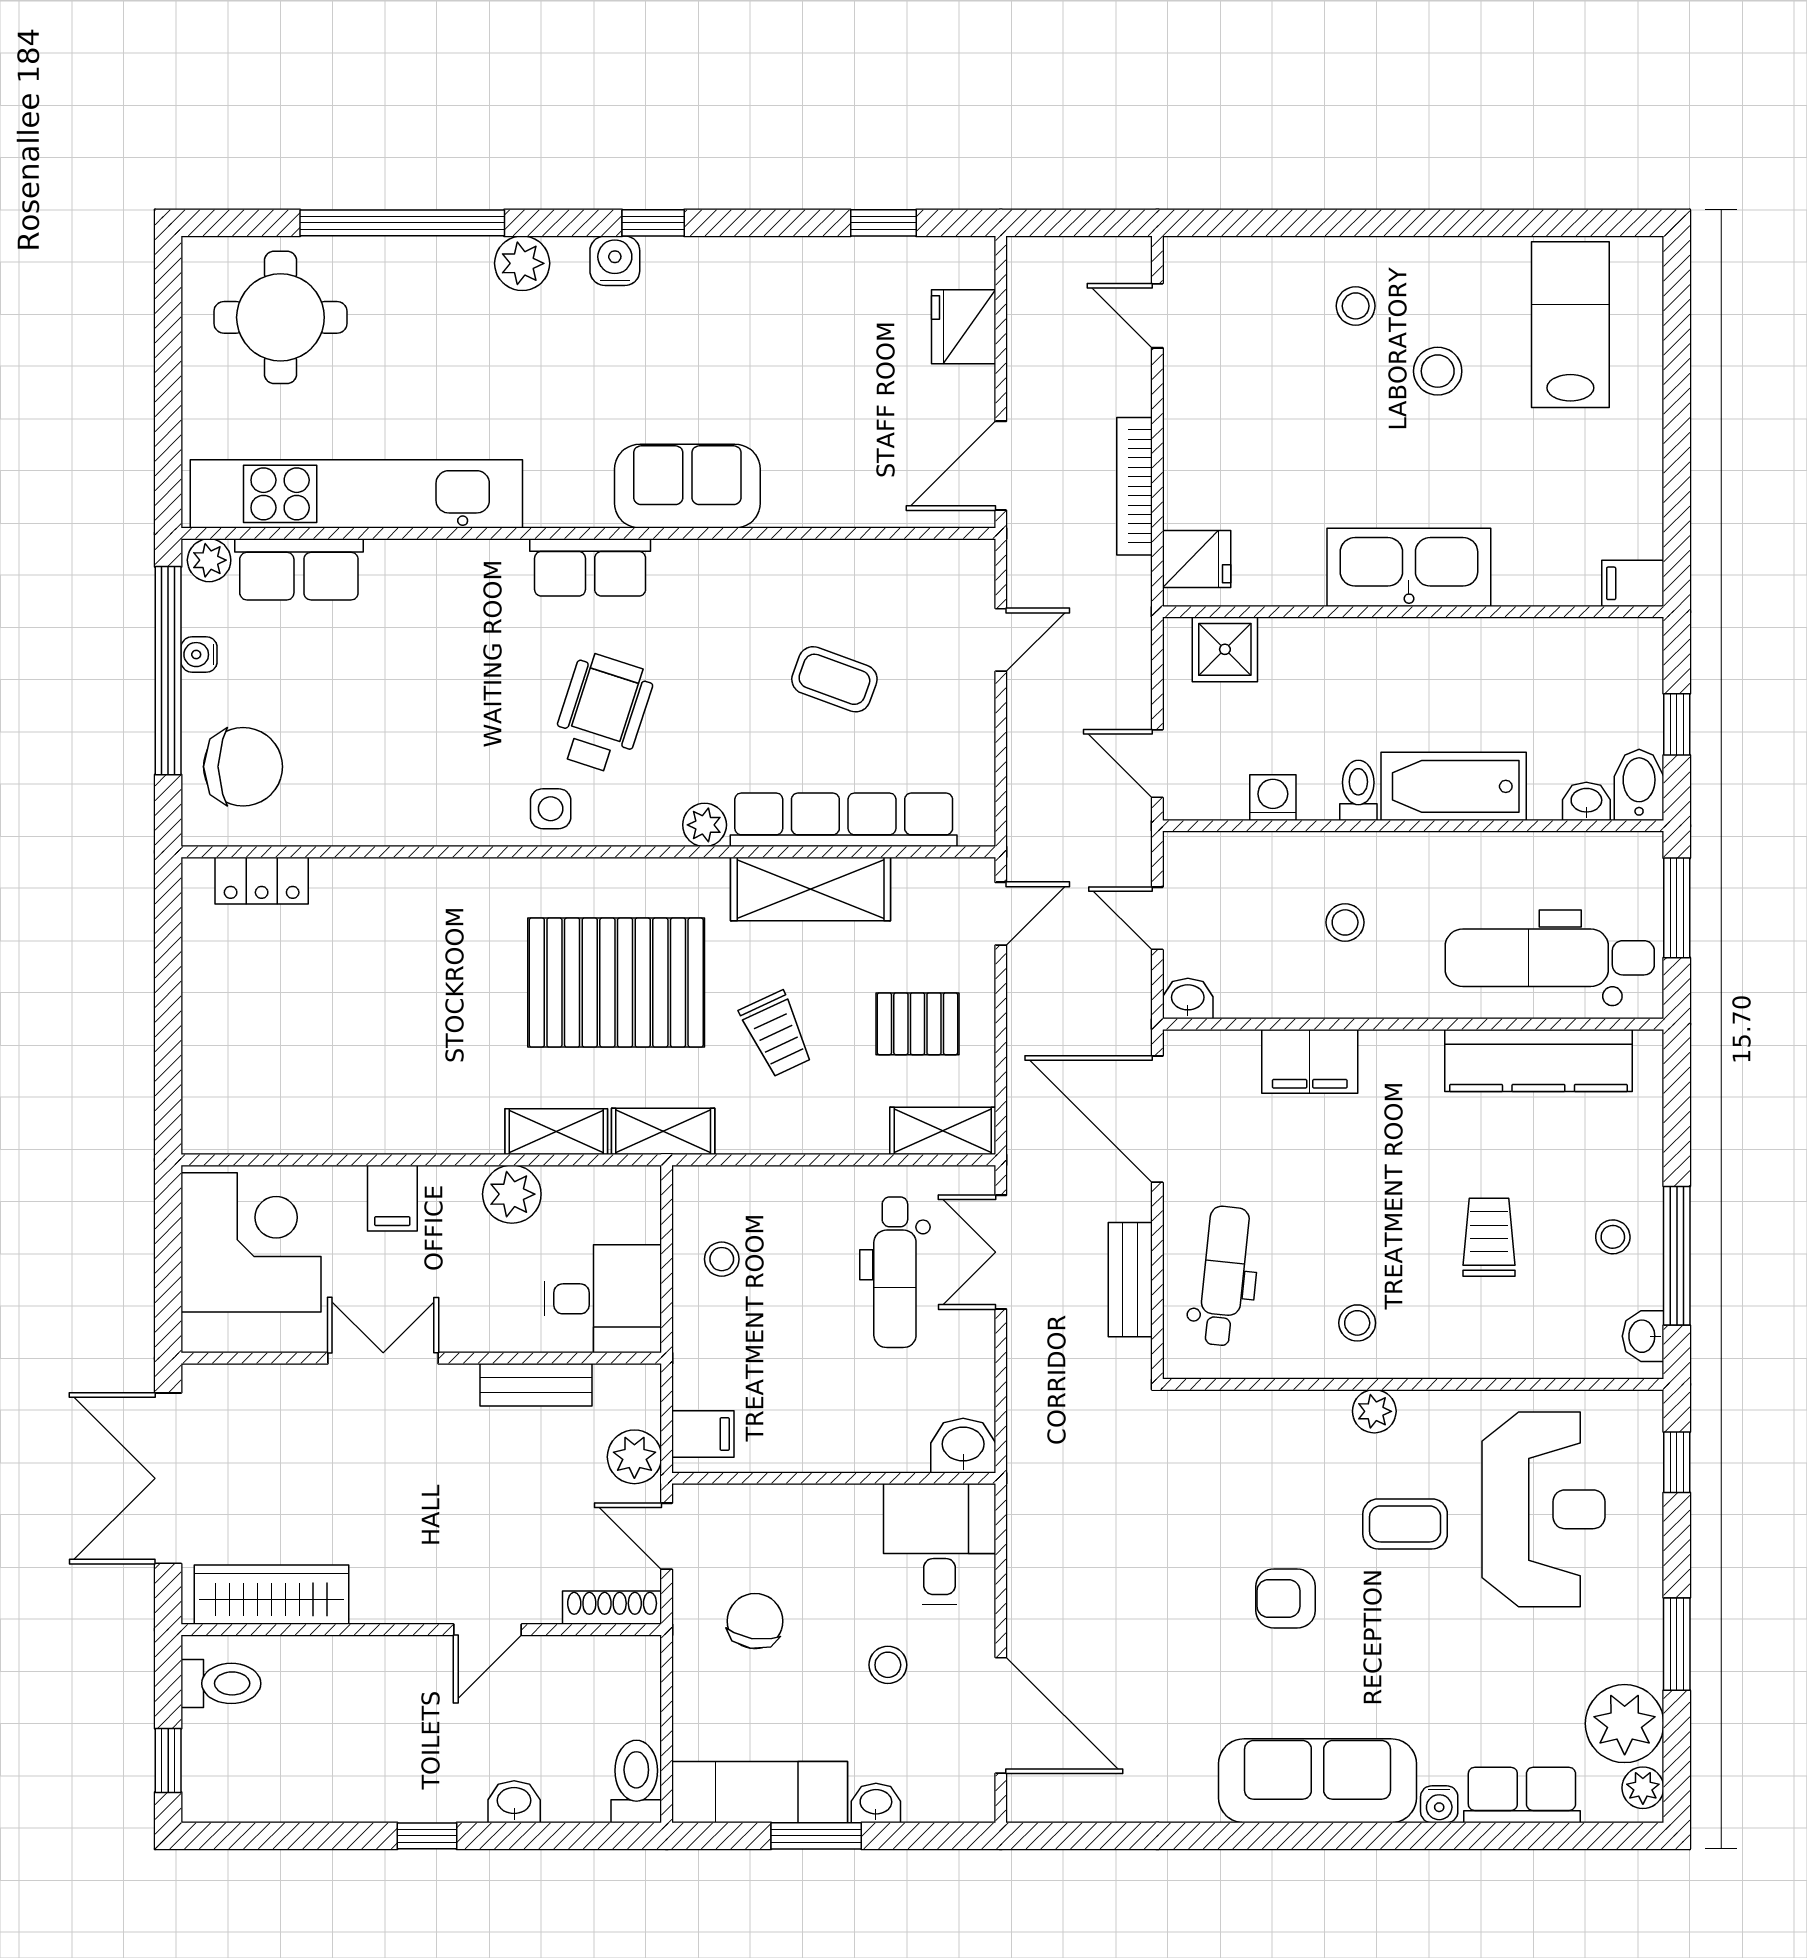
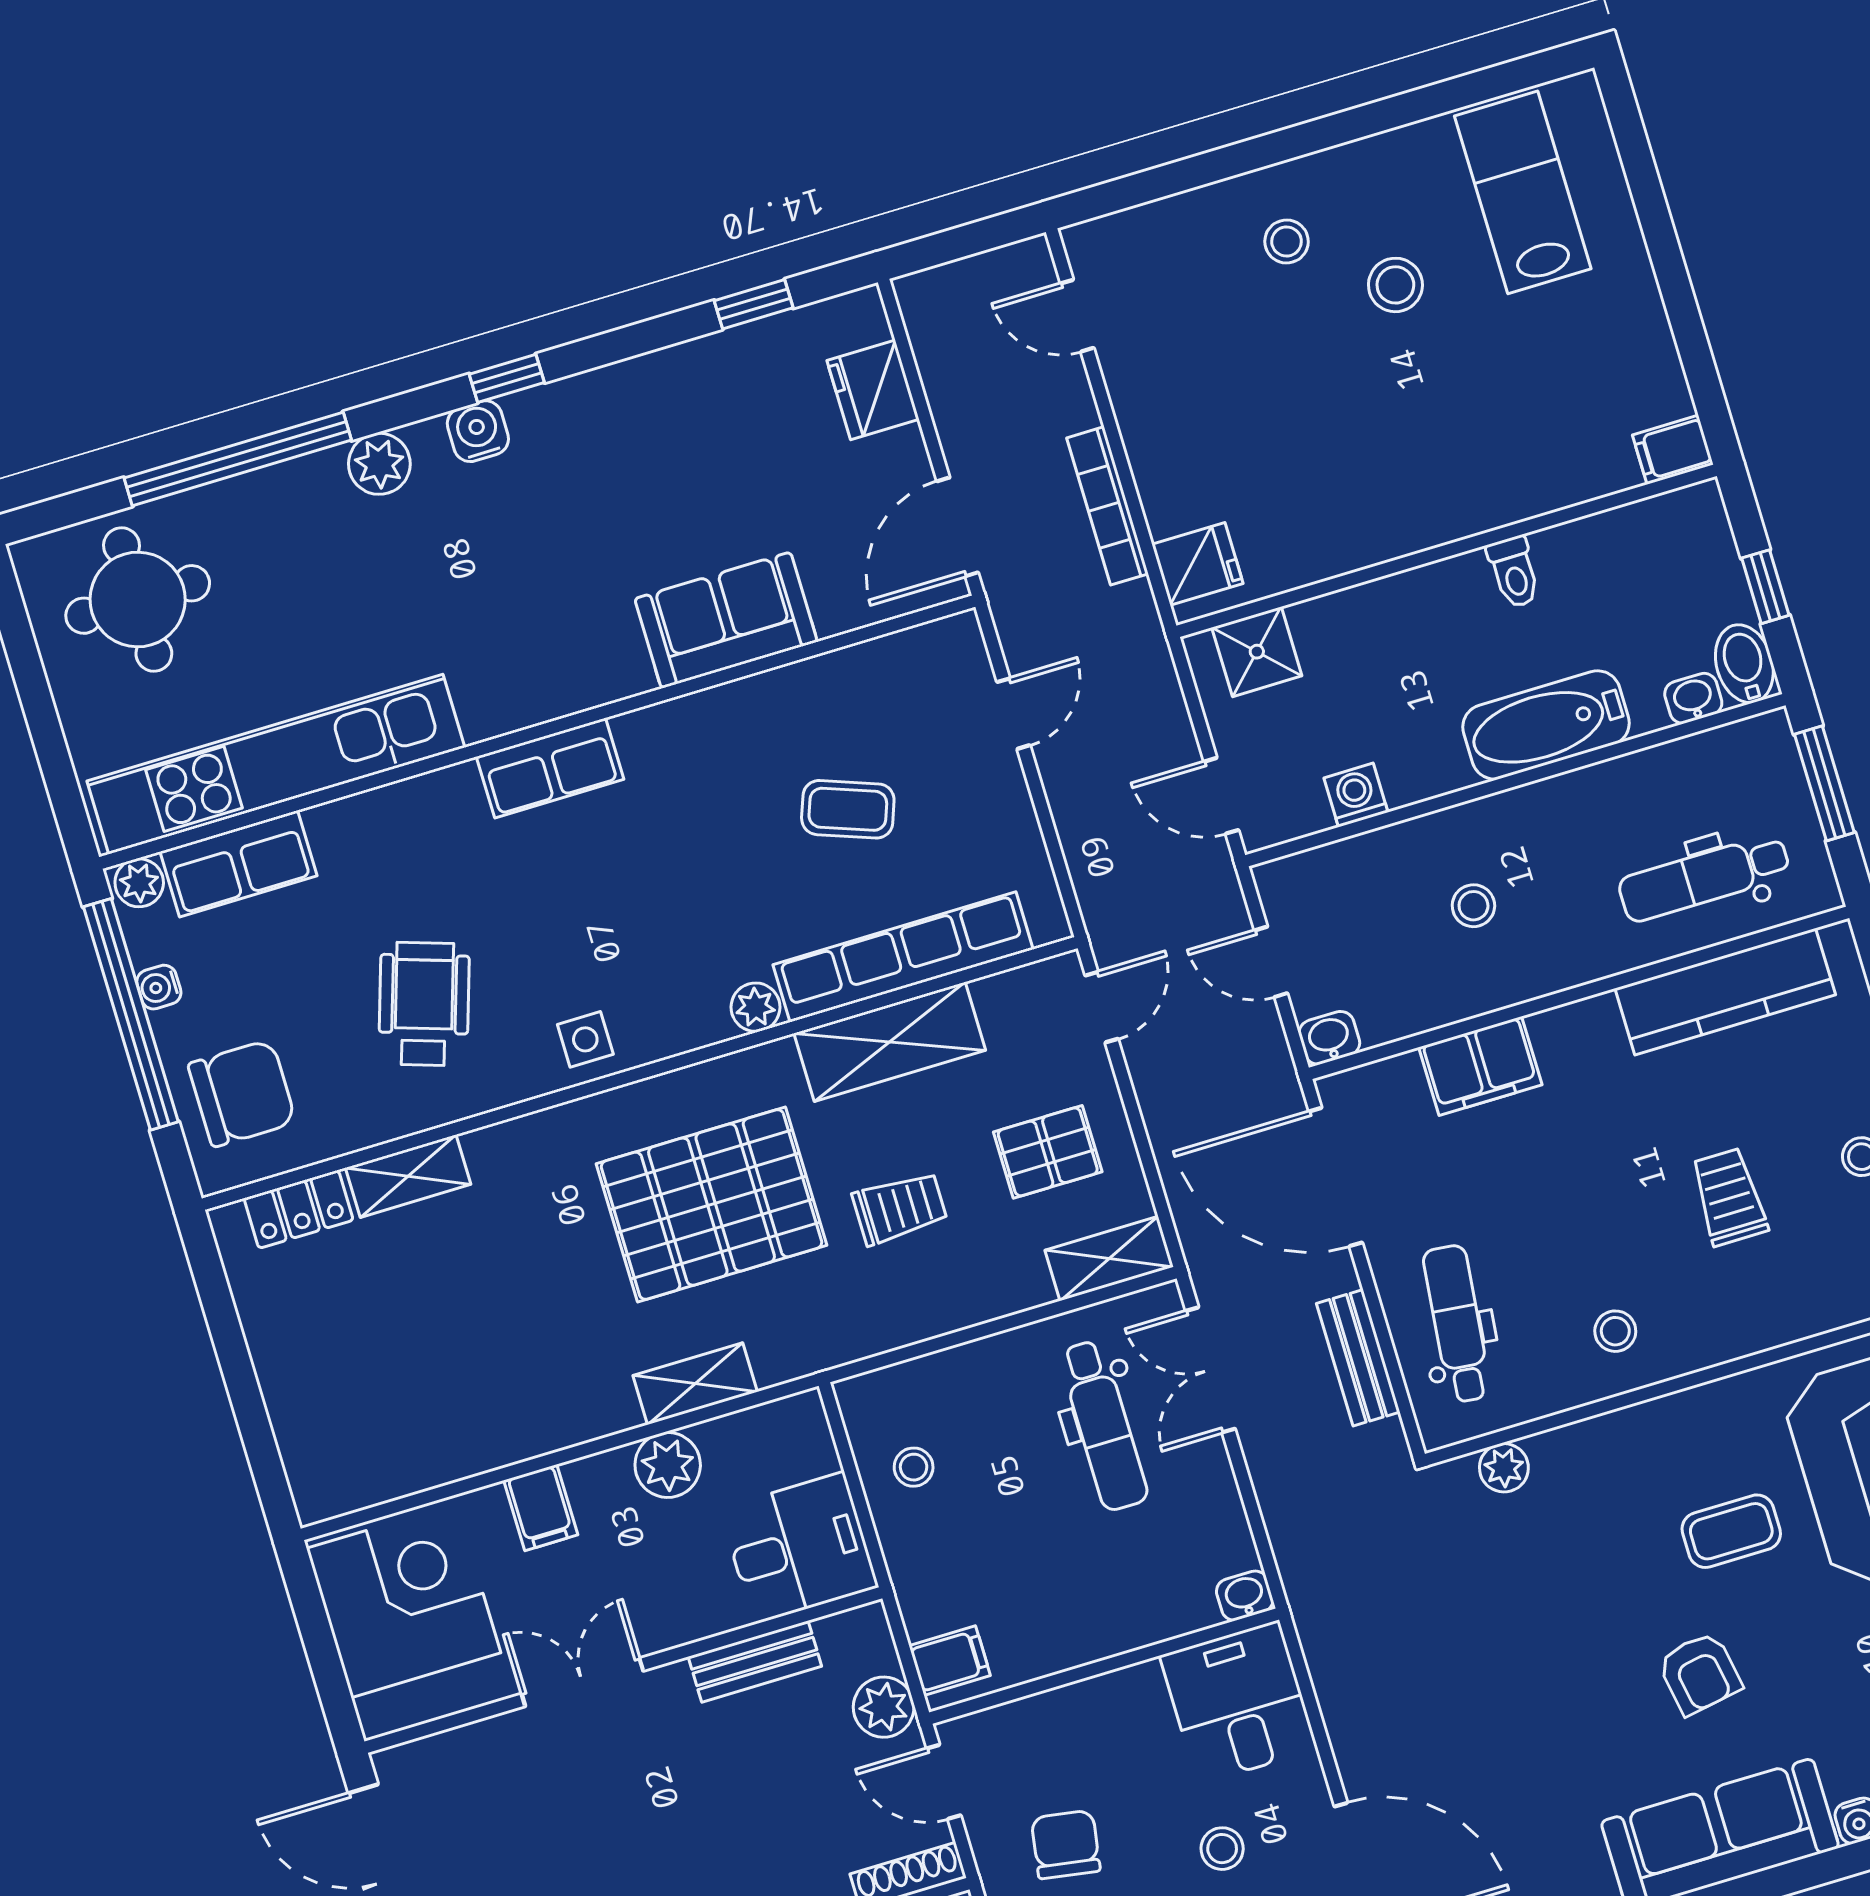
sofa: (687, 486) -> (726, 620), moved
kitchen sink: (1409, 567) -> (1428, 504), removed
wheelchair: (602, 713) -> (424, 1004), moved
toilet: (1358, 790) -> (1514, 572), moved, turned 180
dental chair: (1550, 958) -> (1704, 878), width x0.73, depth x0.72
trolley: (776, 1034) -> (900, 1208), turned -65
shelving: (663, 1131) -> (408, 1176), moved
plant: (1374, 1411) -> (1504, 1468), moved
washbasin: (963, 1446) -> (1245, 1596), width x0.72, depth x0.69
armchair: (1286, 1598) -> (1700, 1673), moved, turned -100

